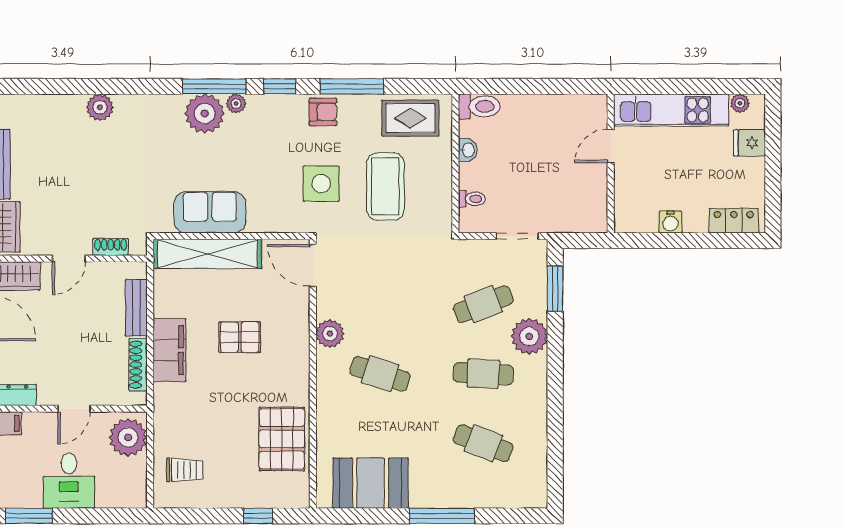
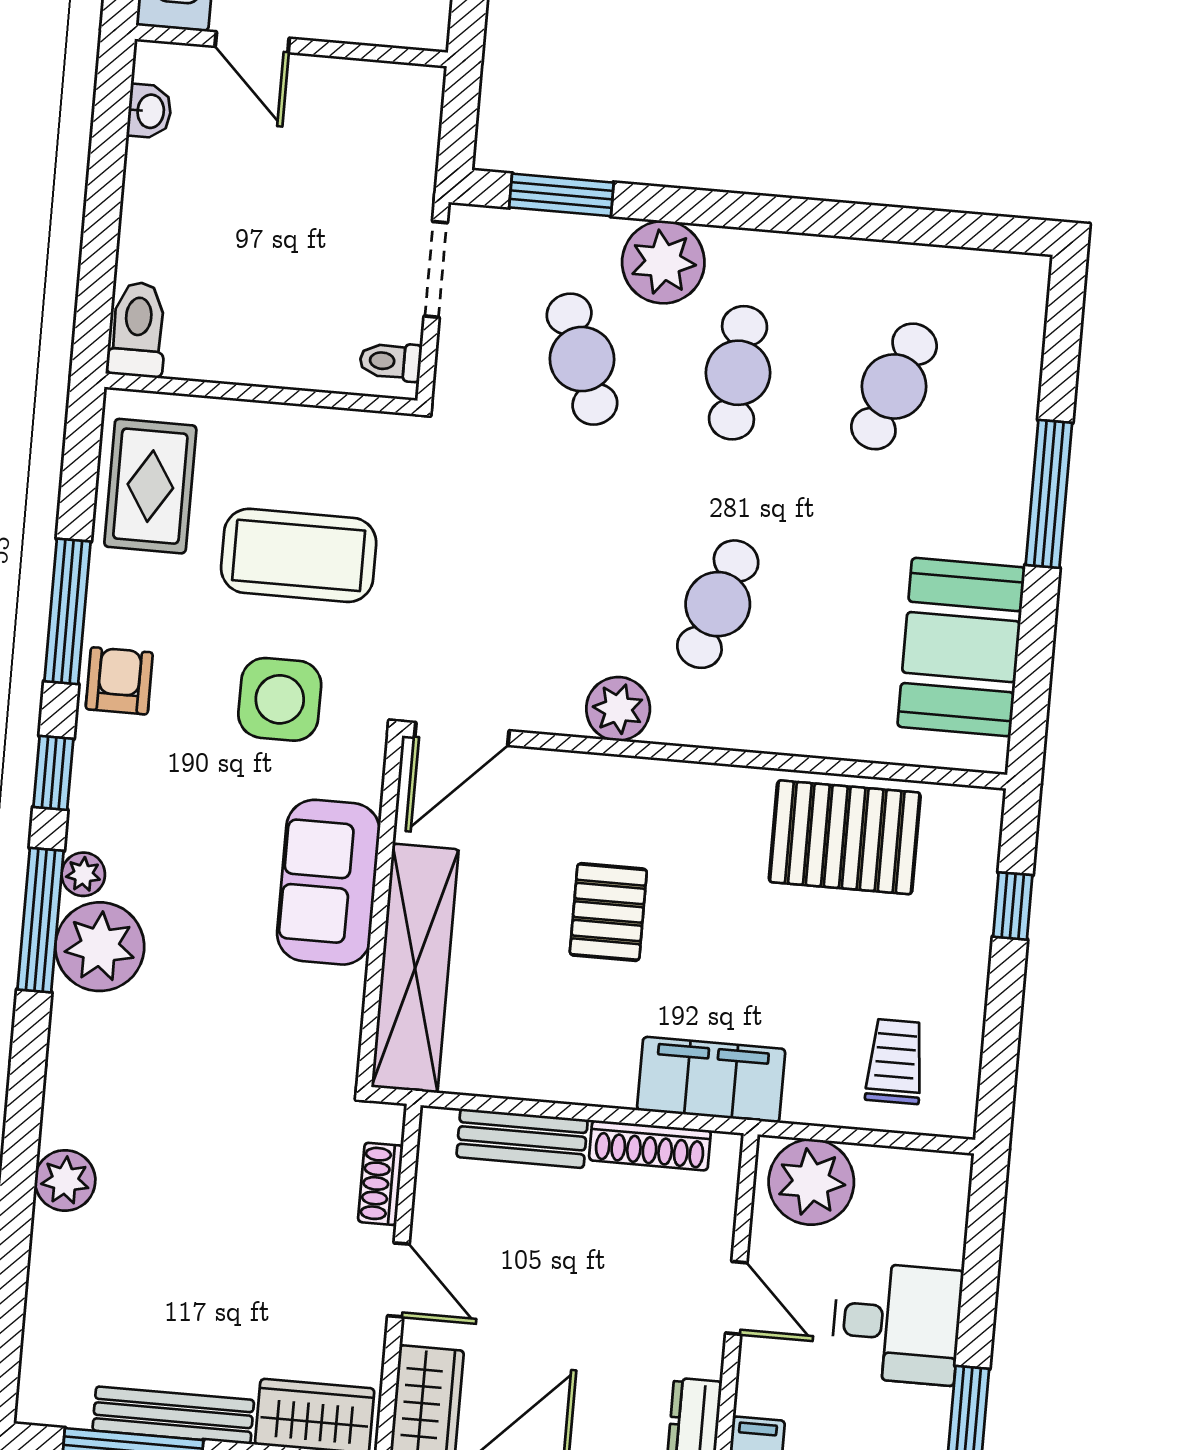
washbasin: (468, 150) -> (149, 111), moved, turned 90
toilet: (472, 199) -> (391, 361), moved, turned -90
sofa: (210, 212) -> (328, 882), moved
filing cabinet: (170, 350) -> (711, 1080), moved

